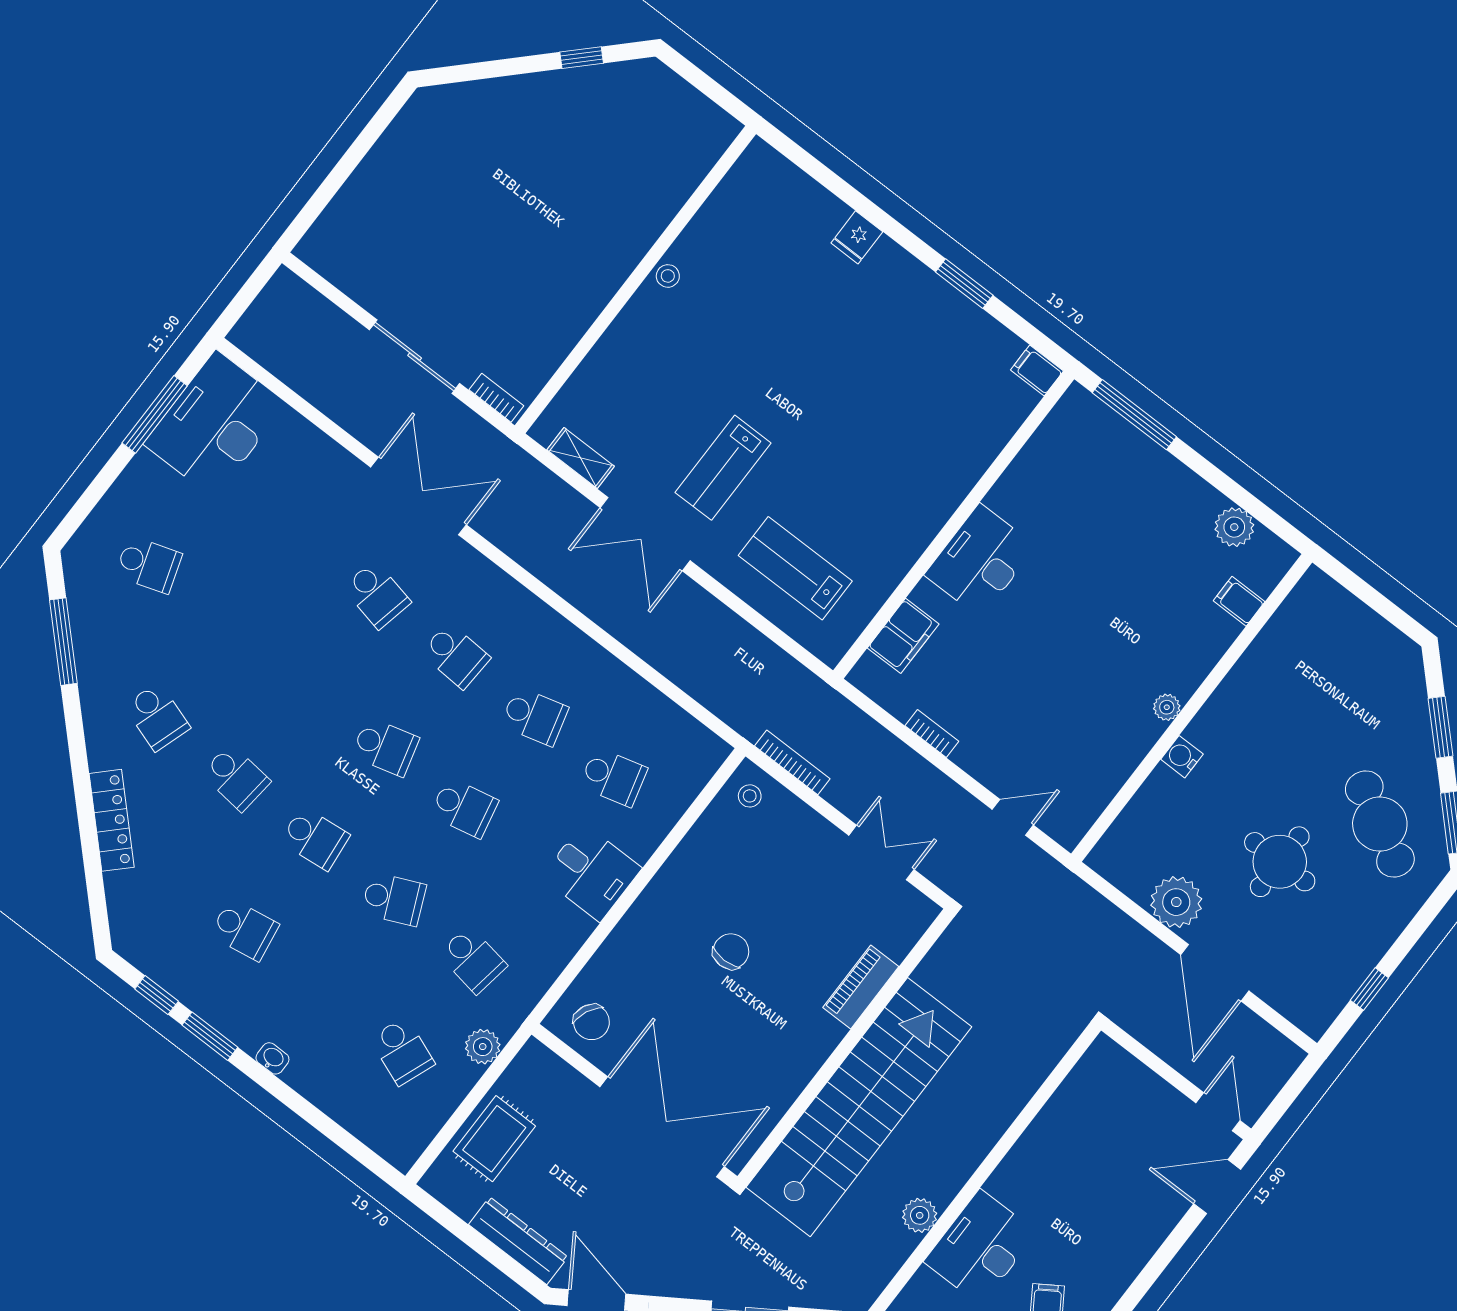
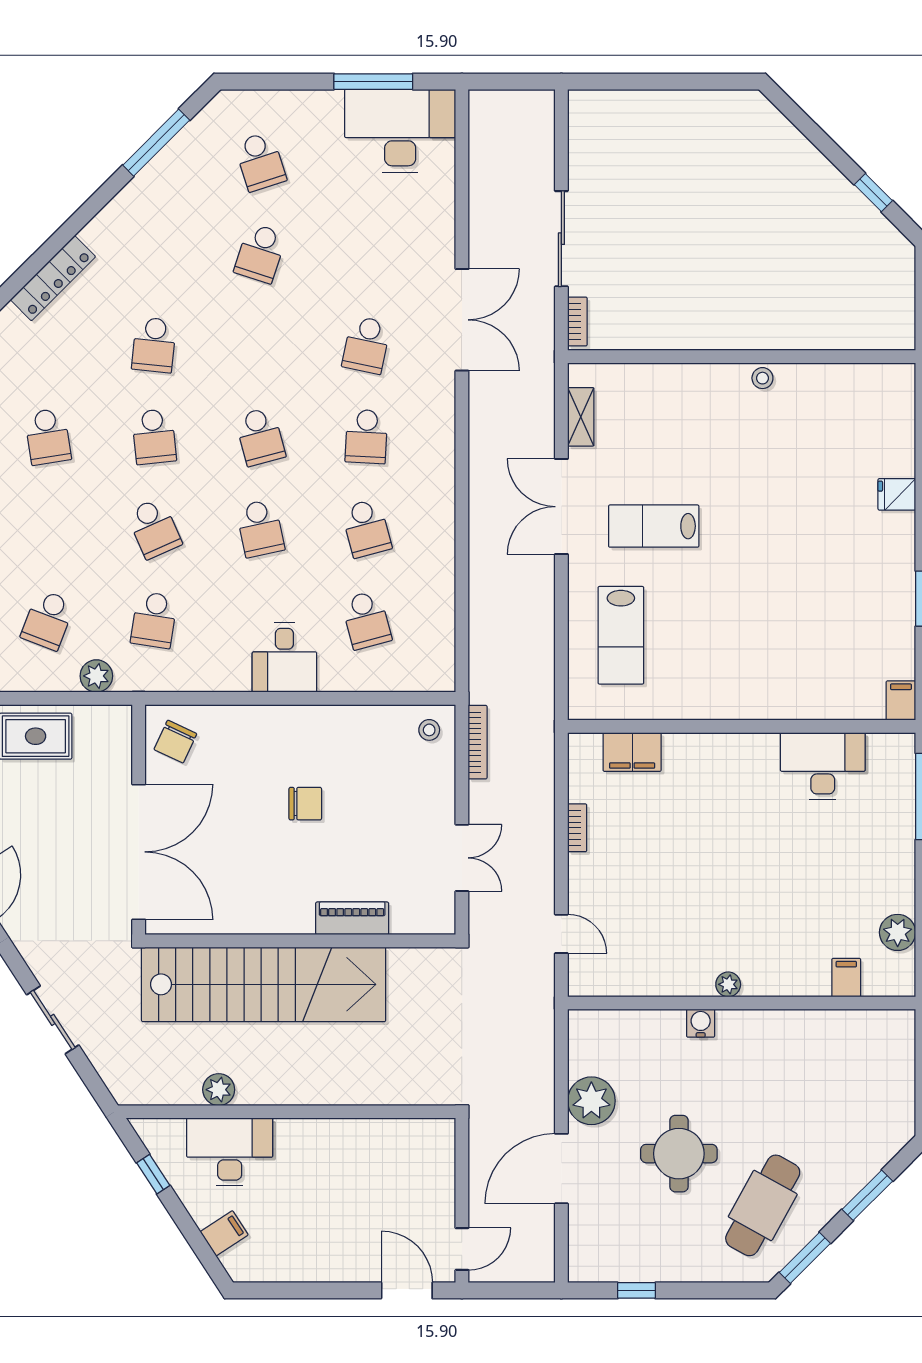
desk: (980, 561) -> (823, 766), moved
lab bench: (795, 568) -> (621, 635), turned 180
school desk: (157, 717) -> (260, 253), moved

